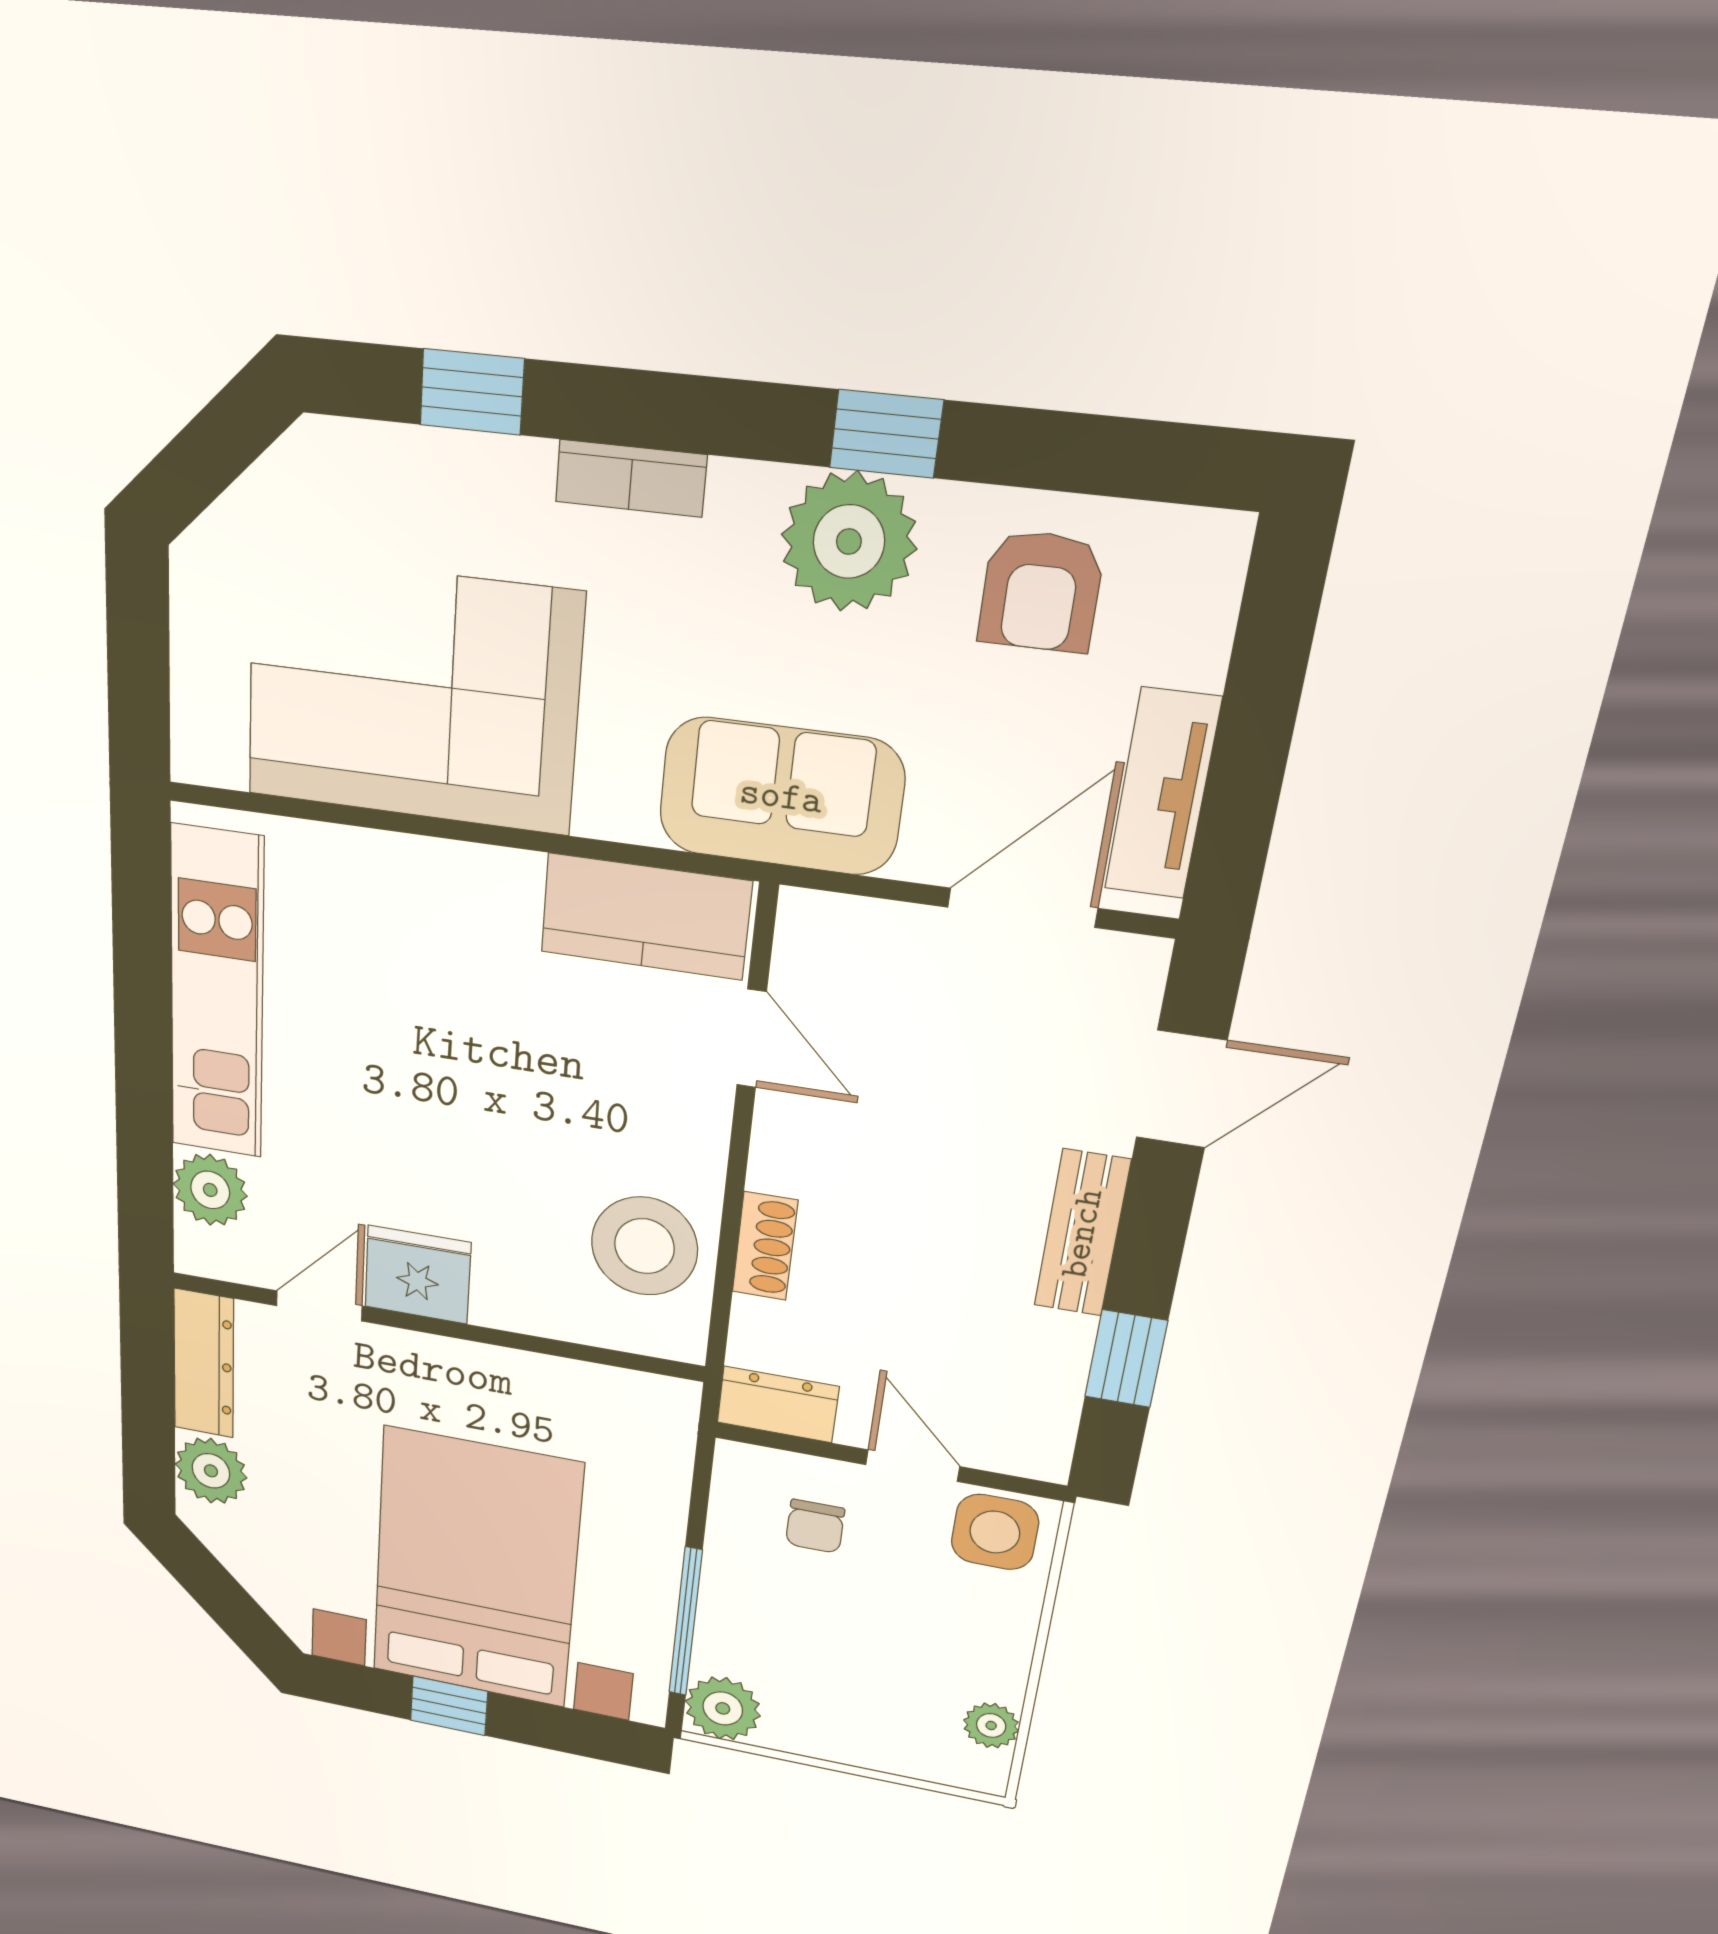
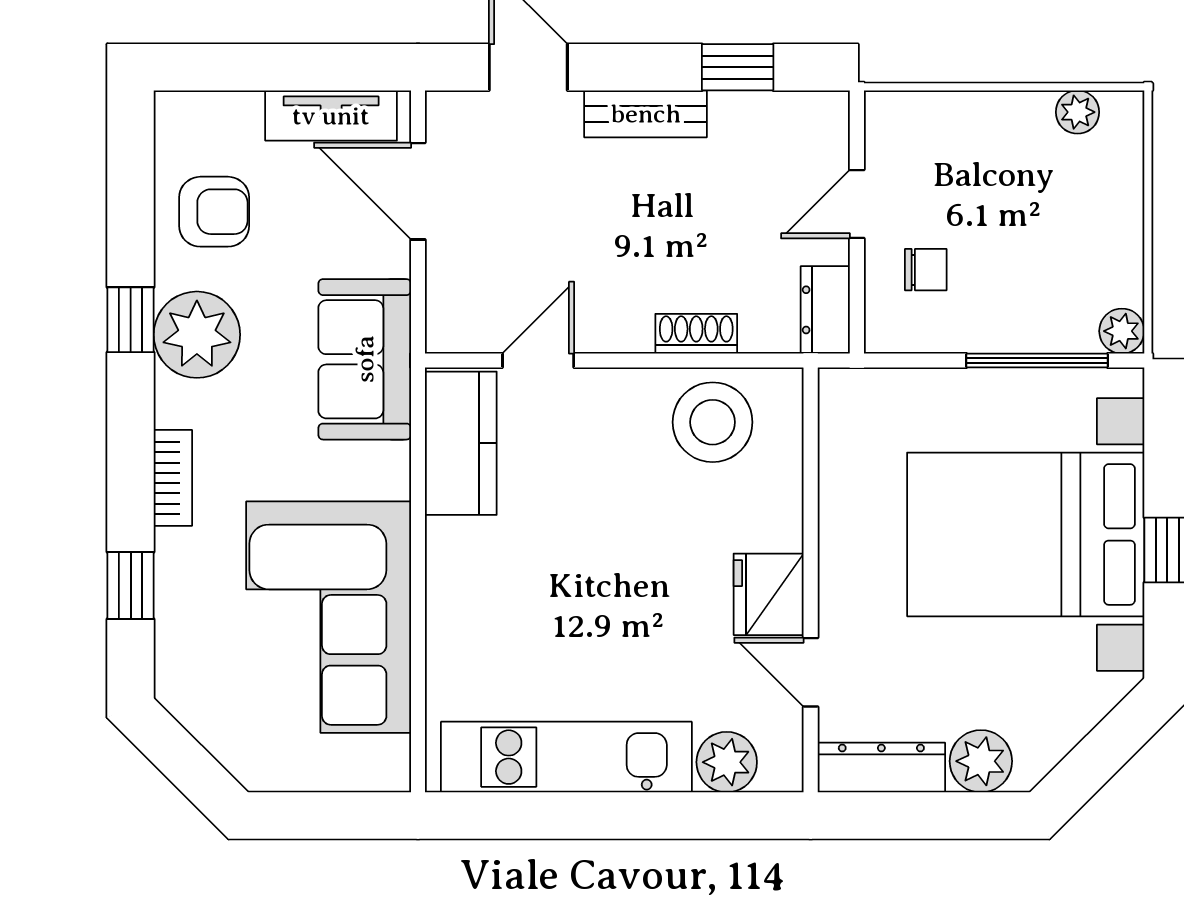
side table: (995, 1532) -> (901, 136), removed
plant: (723, 1708) -> (1122, 331), width x0.73, depth x0.73

